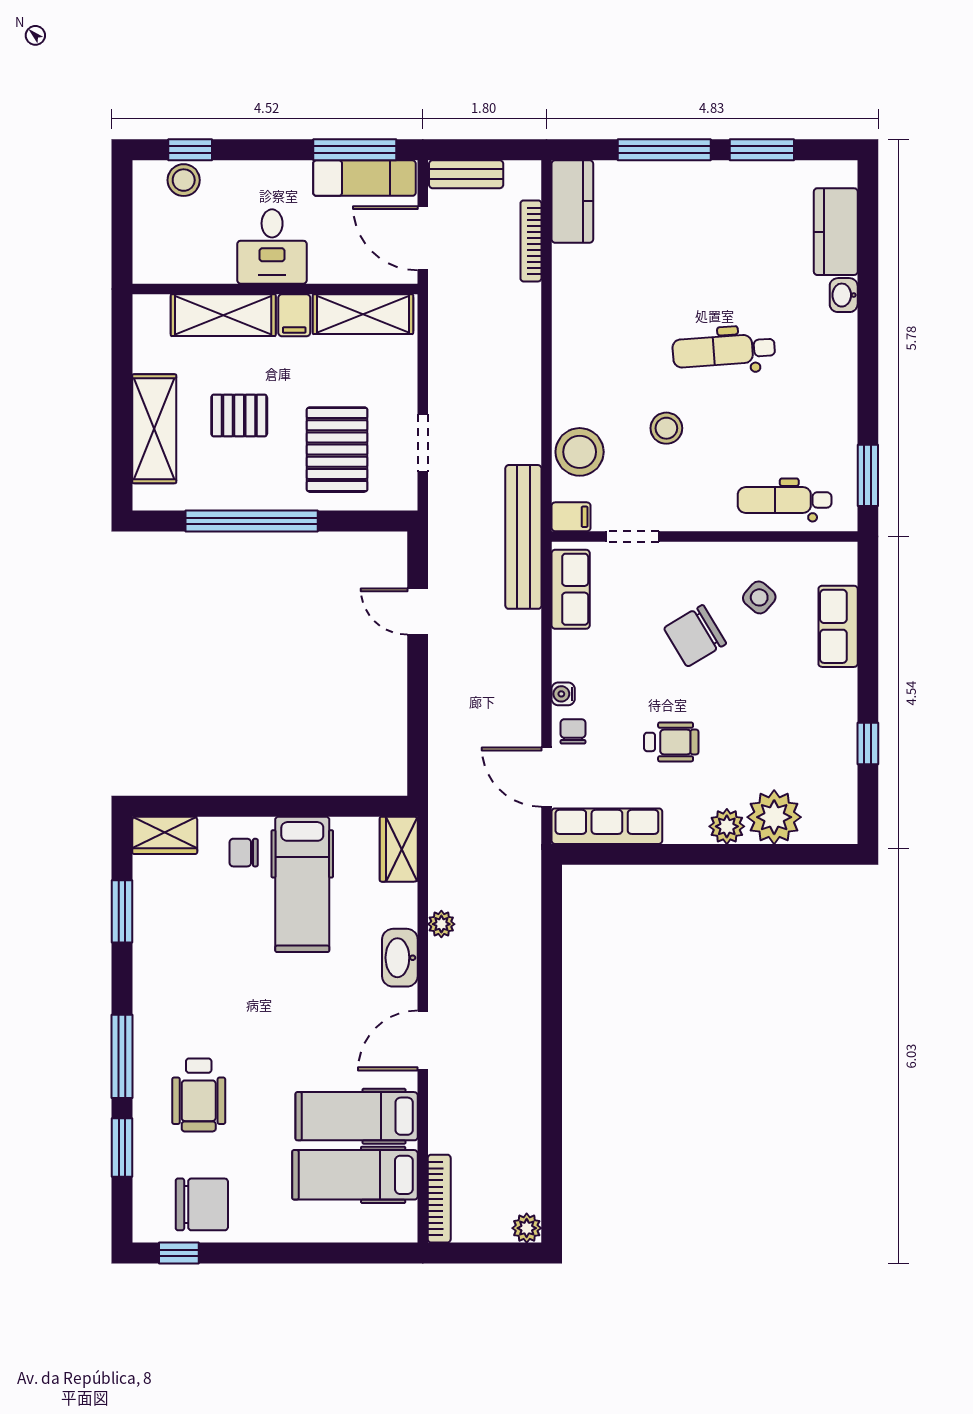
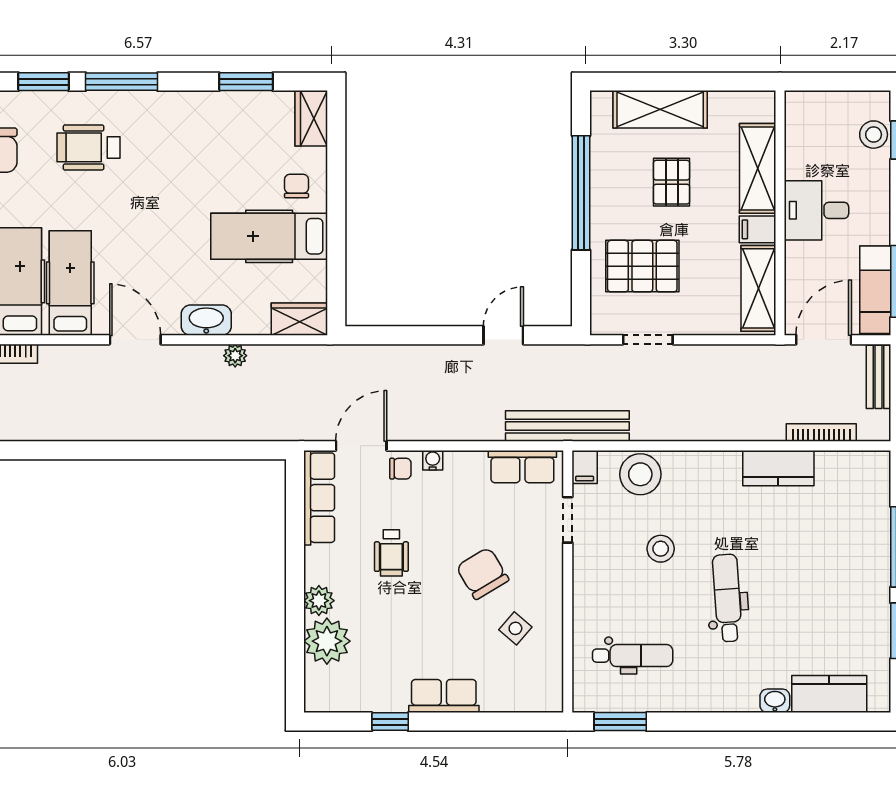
kitchen counter: (572, 201) -> (778, 468), moved
dental chair: (785, 500) -> (633, 656), moved, turned 90
row of seats: (838, 626) -> (444, 696), moved

